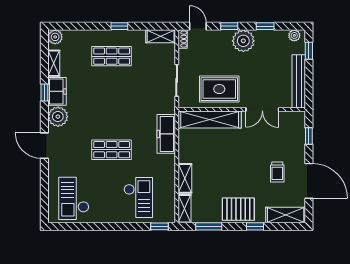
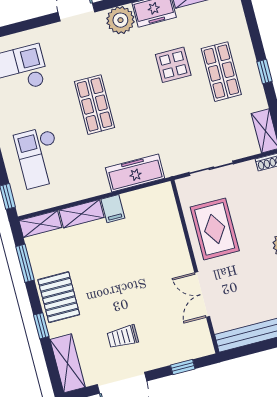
display table: (98, 88) -> (173, 65), added
shelving: (210, 119) -> (170, 227), removed
filing cabinet: (187, 156) -> (113, 209), added
checkout: (138, 197) -> (39, 157), turned 90

